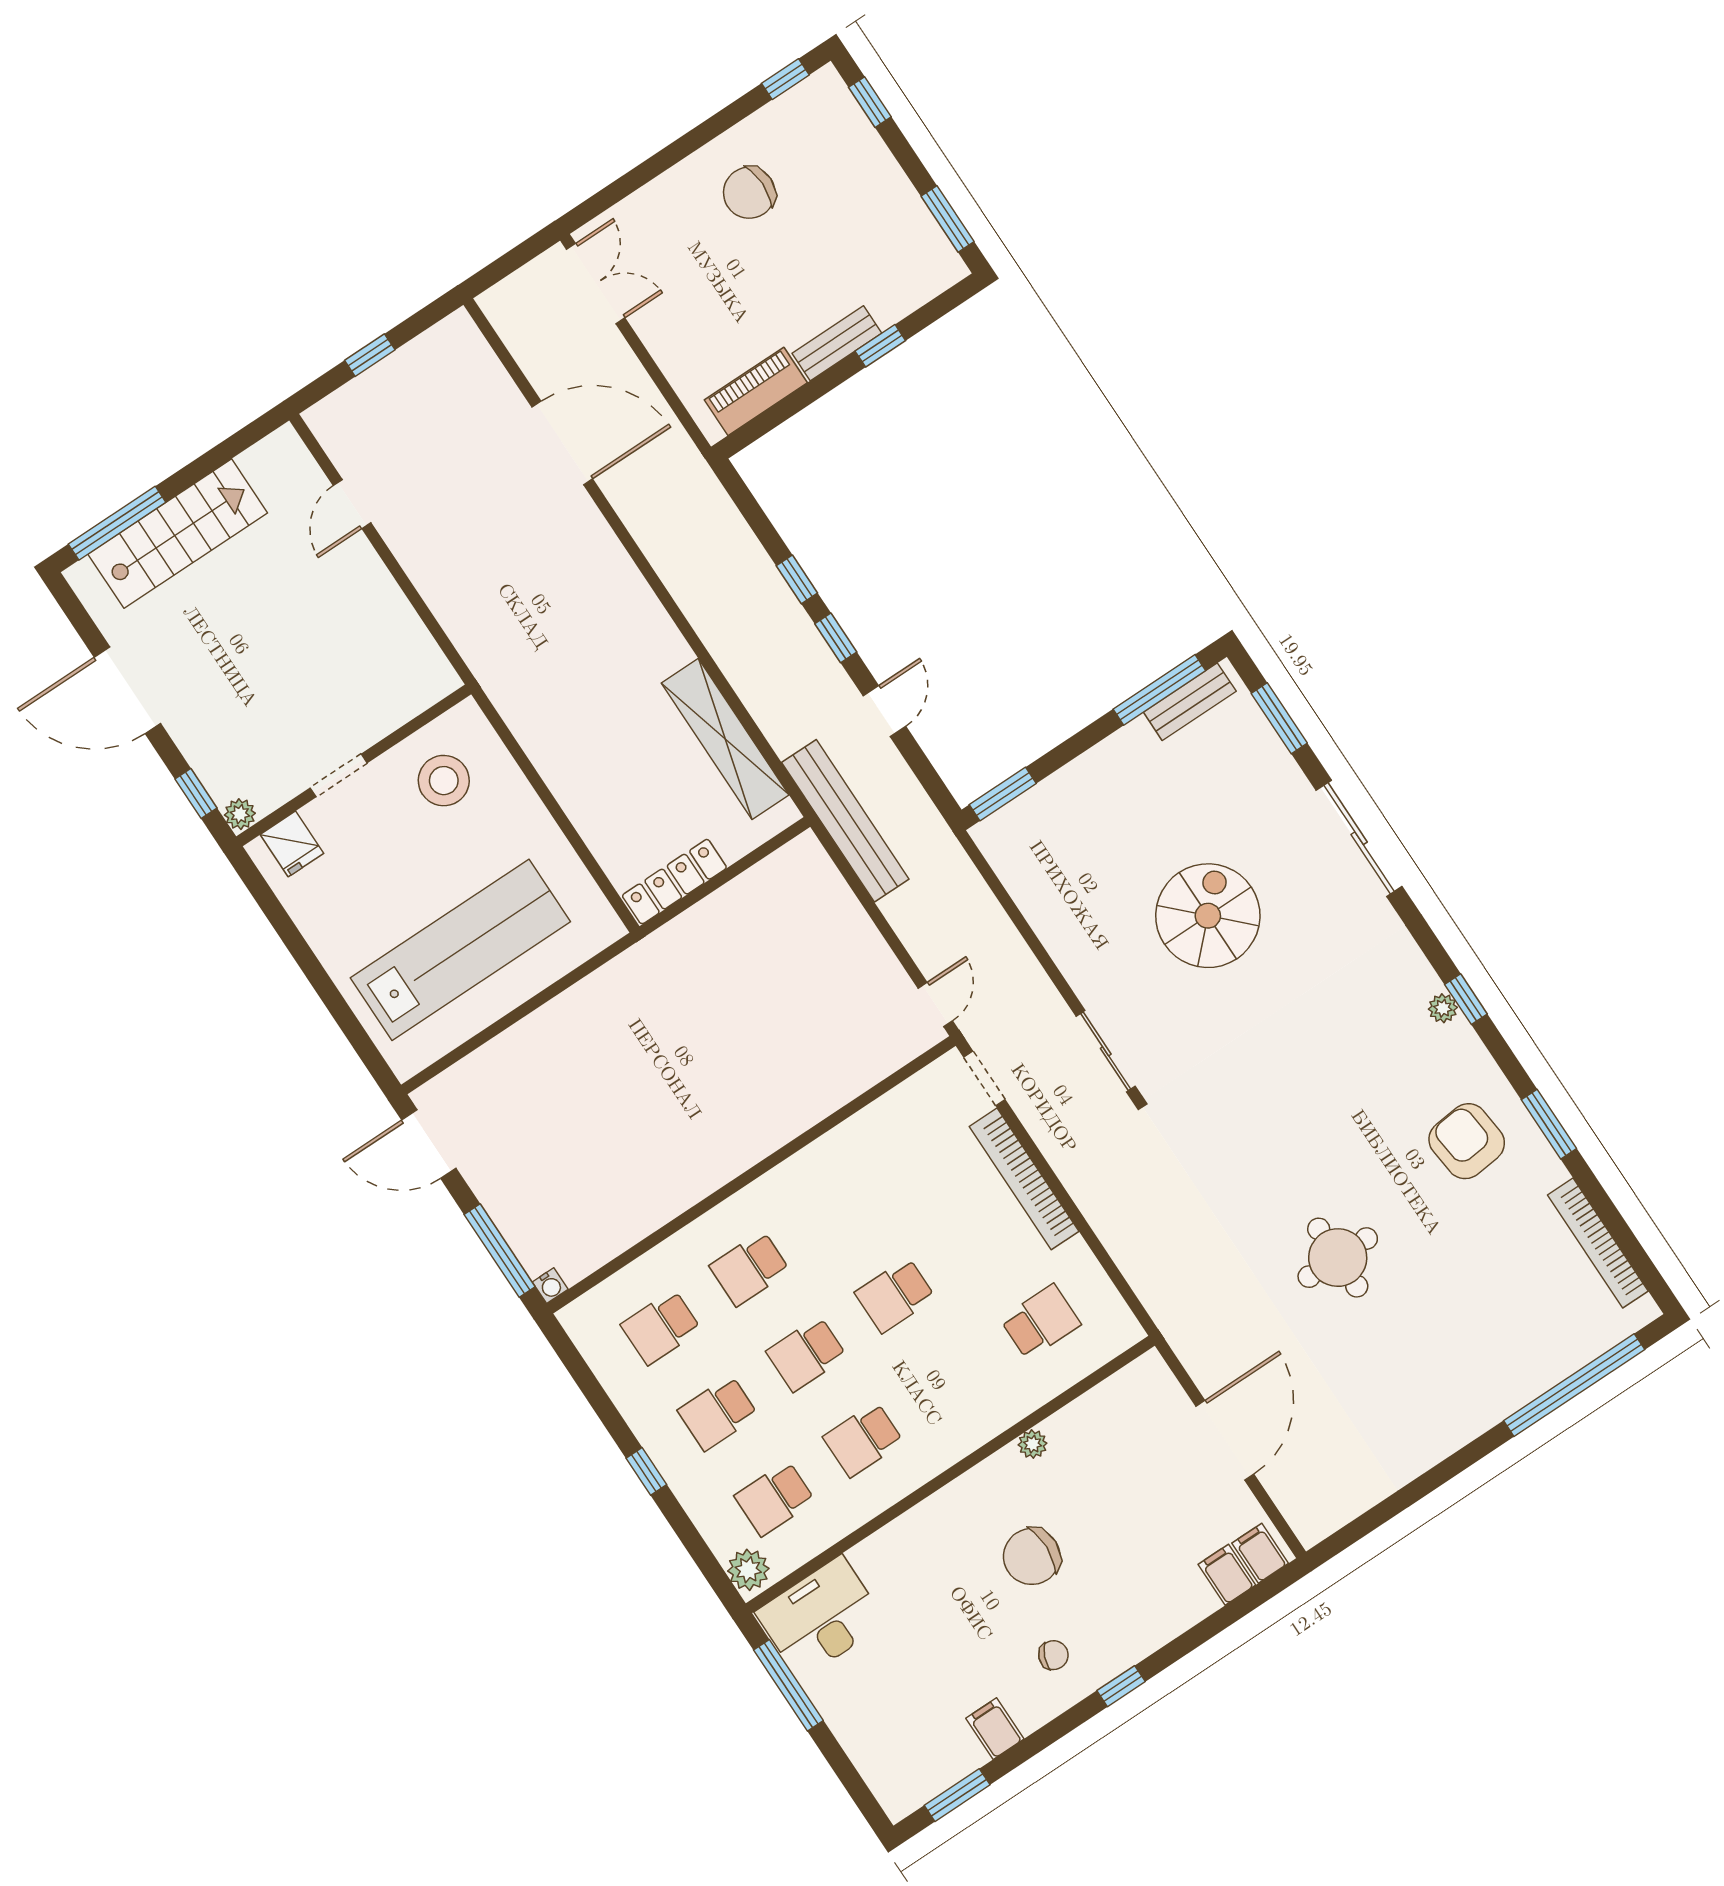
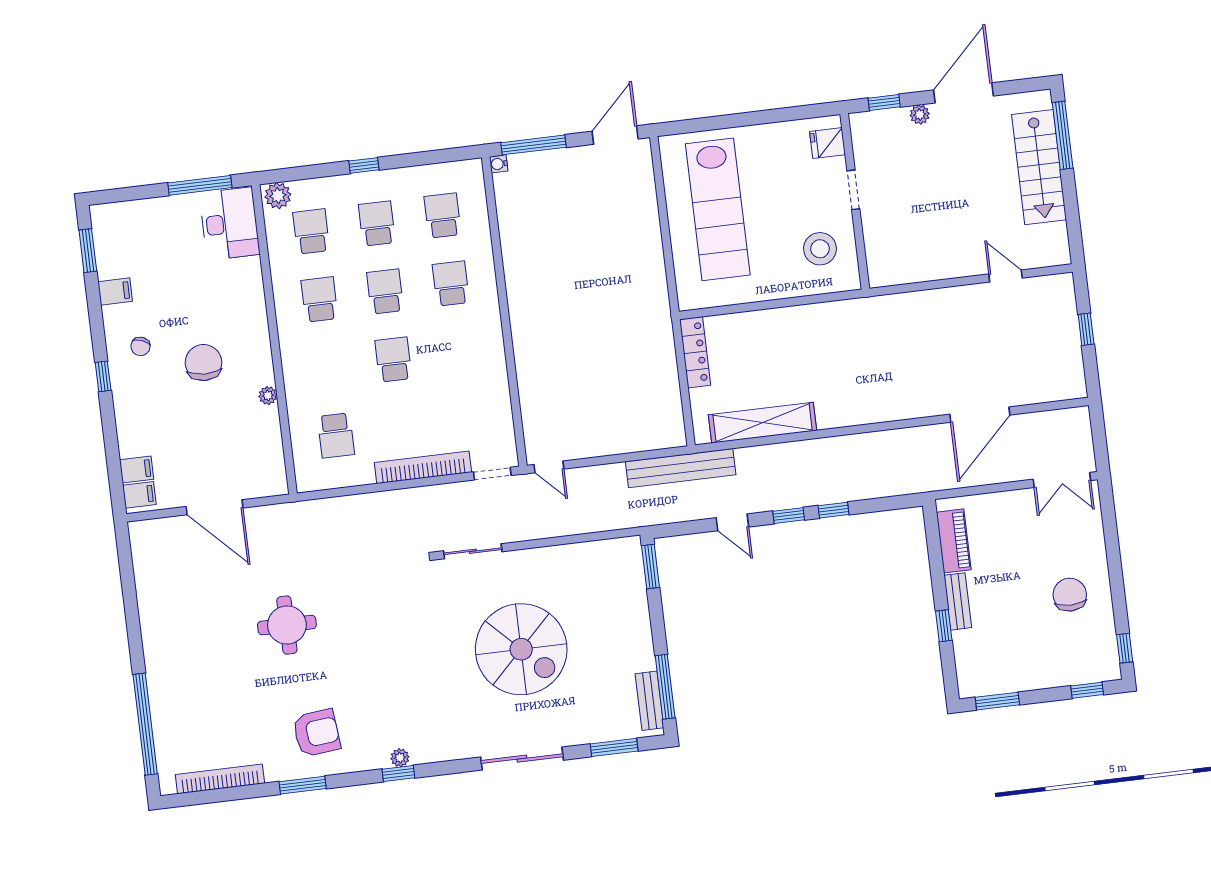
plant: (240, 814) -> (920, 115), moved
spiral stairs: (1208, 916) -> (521, 649), width x1.37, depth x1.37

